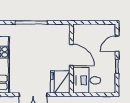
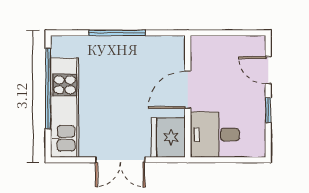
door: (117, 44) -> (268, 70), hinge flipped
door: (71, 55) -> (188, 90), swing flipped

